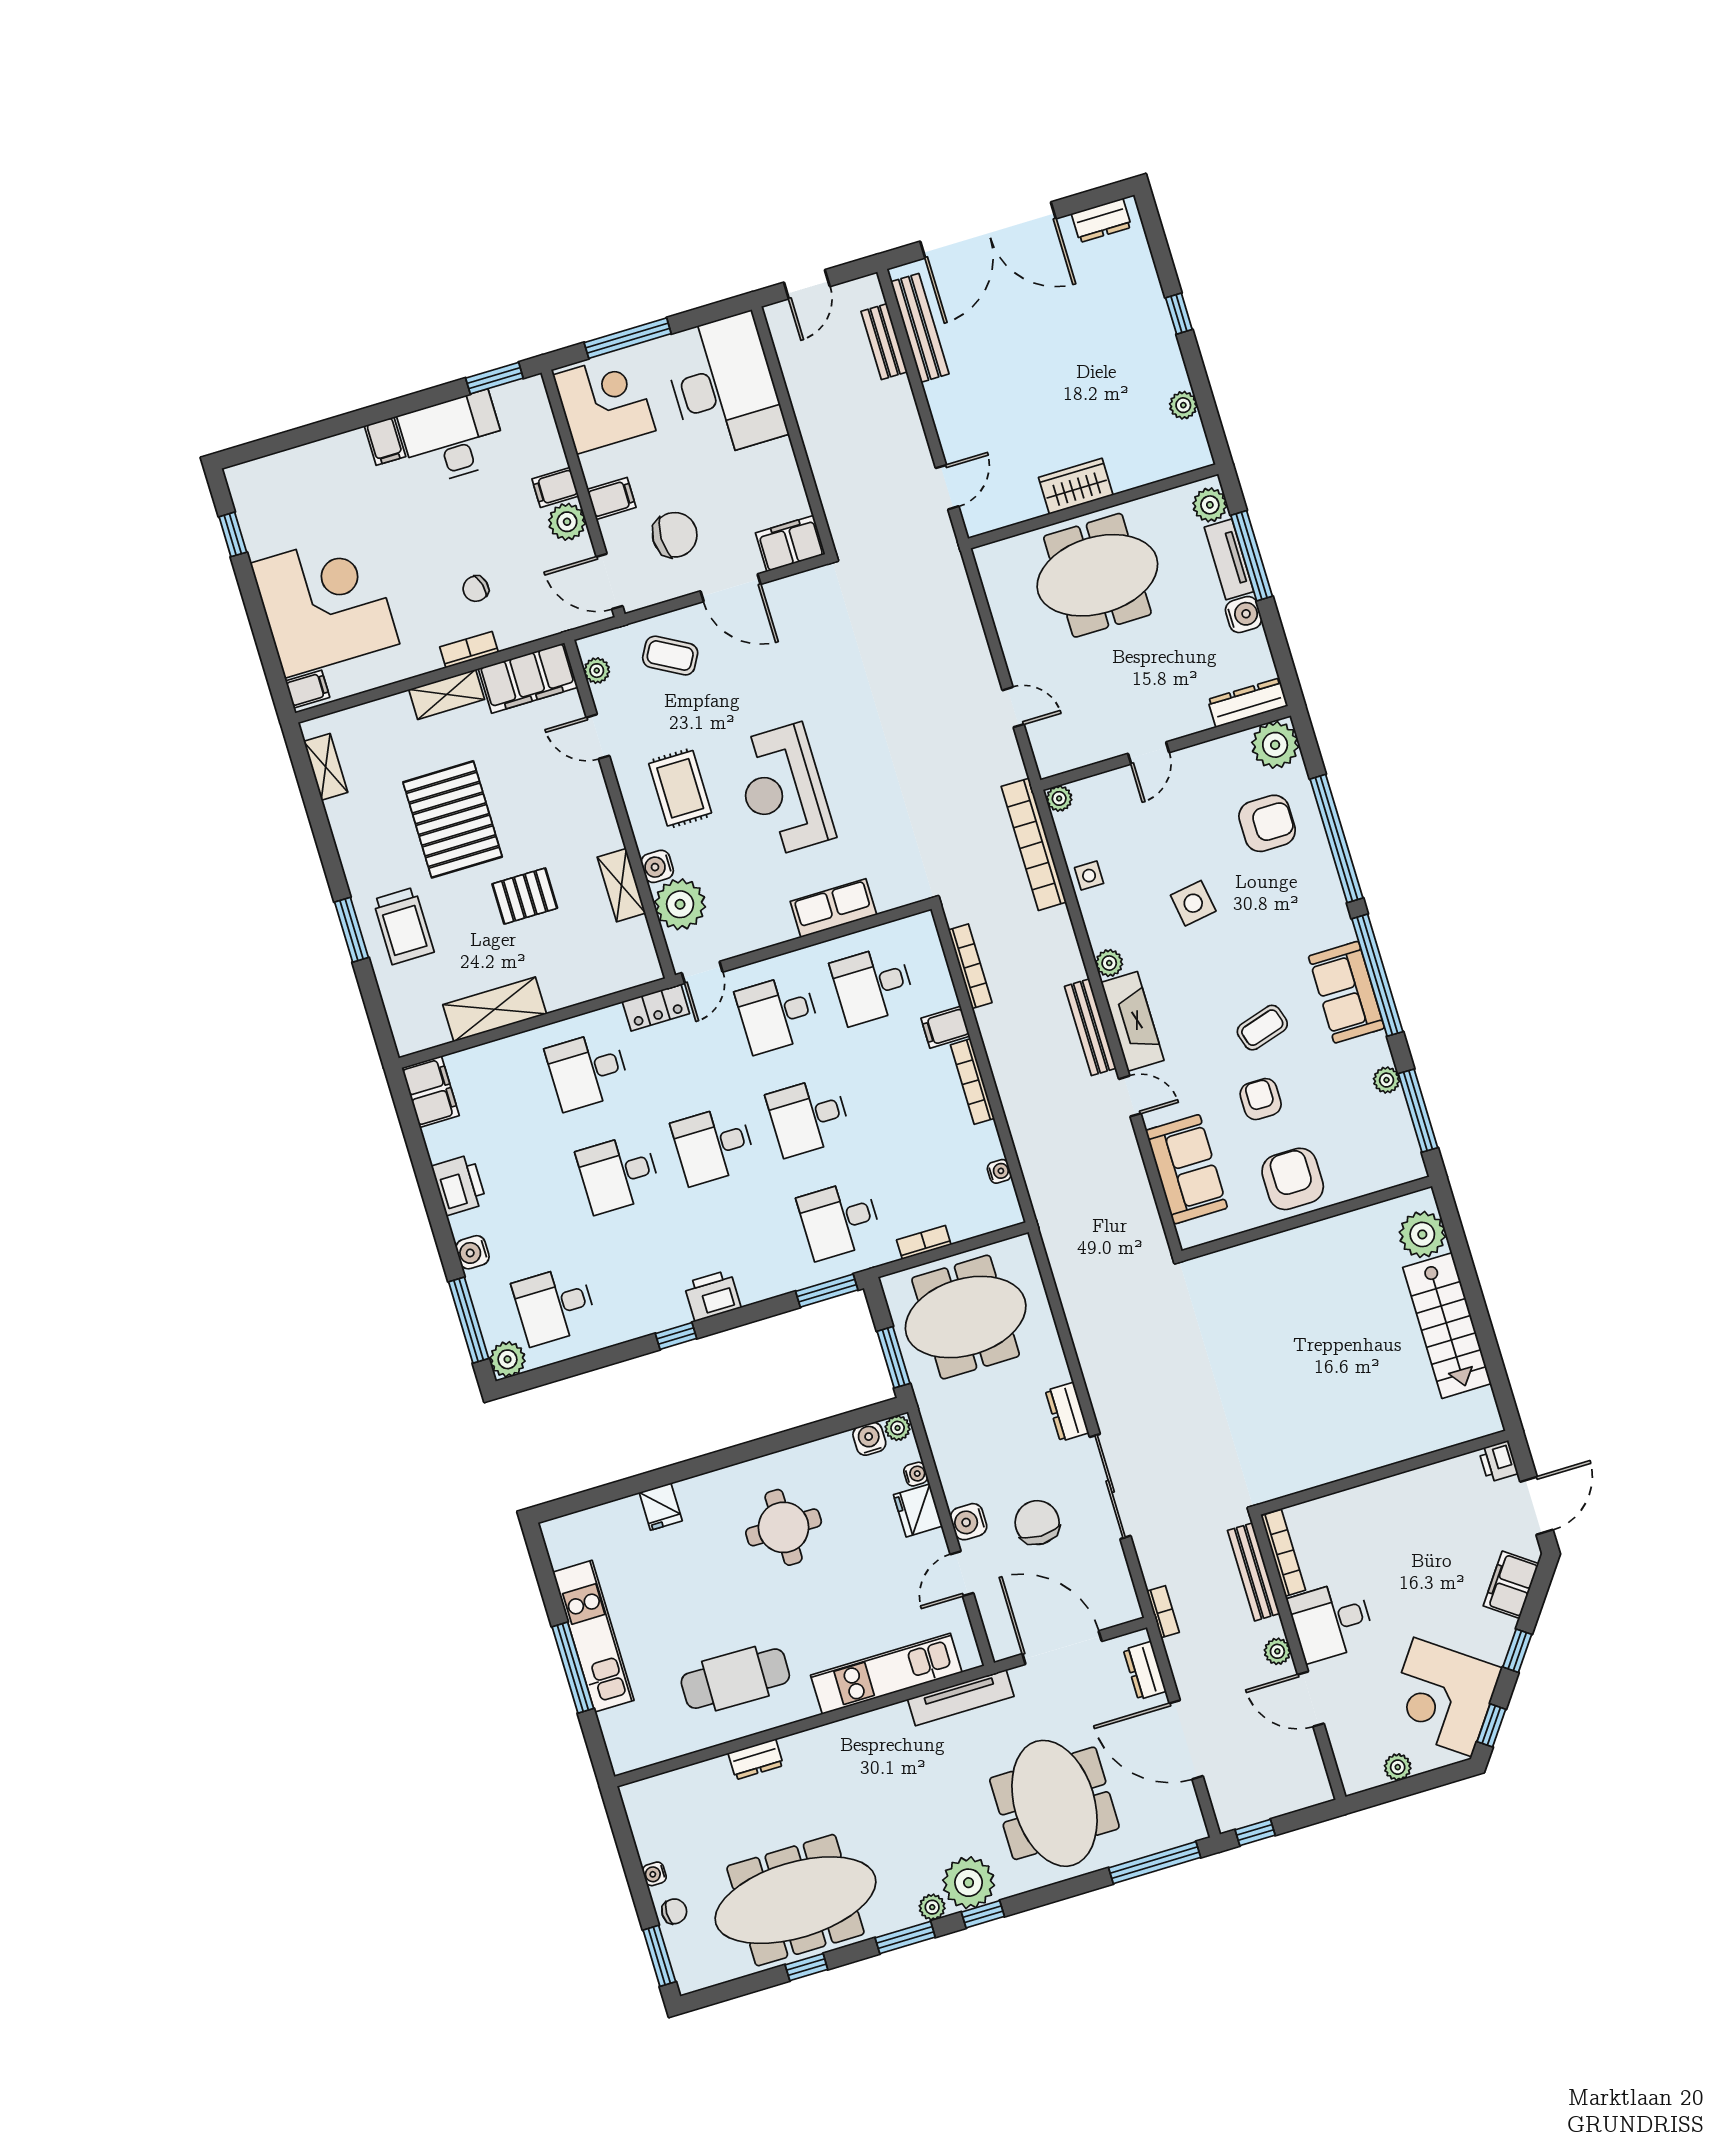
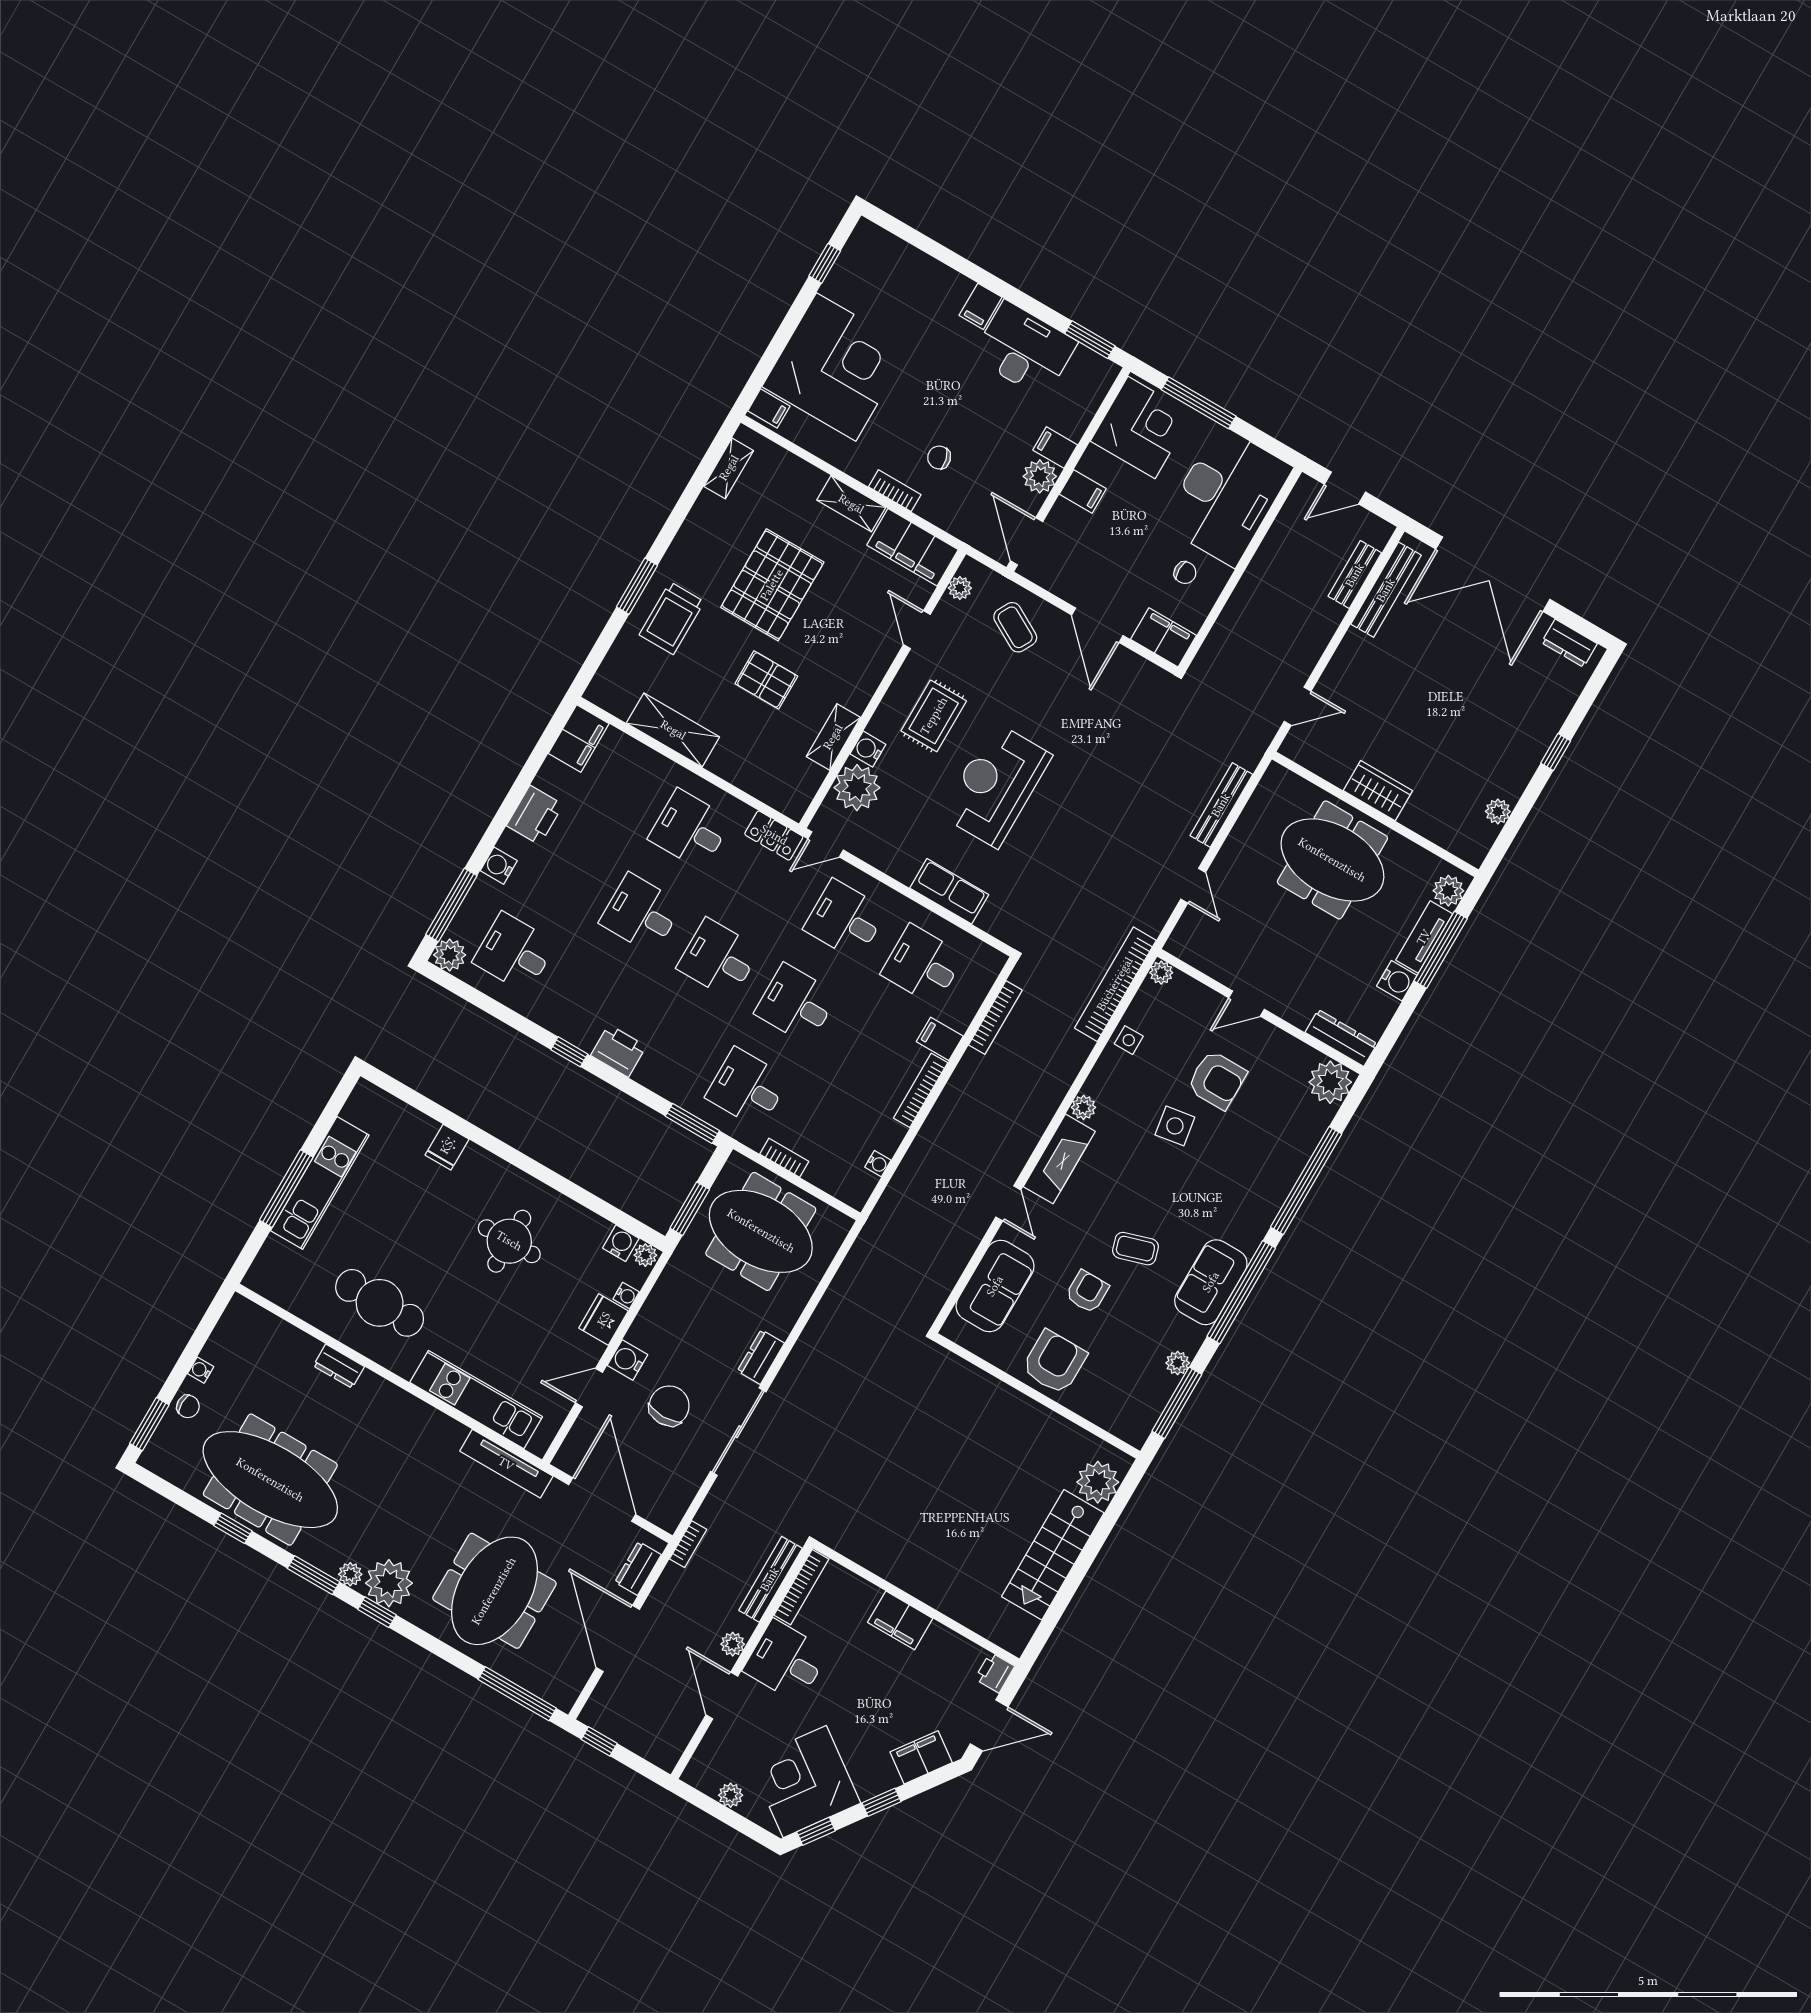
chair: (675, 535) -> (1185, 573), moved, width x0.54, depth x0.54
armchair: (1267, 823) -> (1217, 1080), moved
bench: (1090, 1027) -> (1221, 805), moved
filing cabinet: (1385, 1498) -> (900, 1620), added

